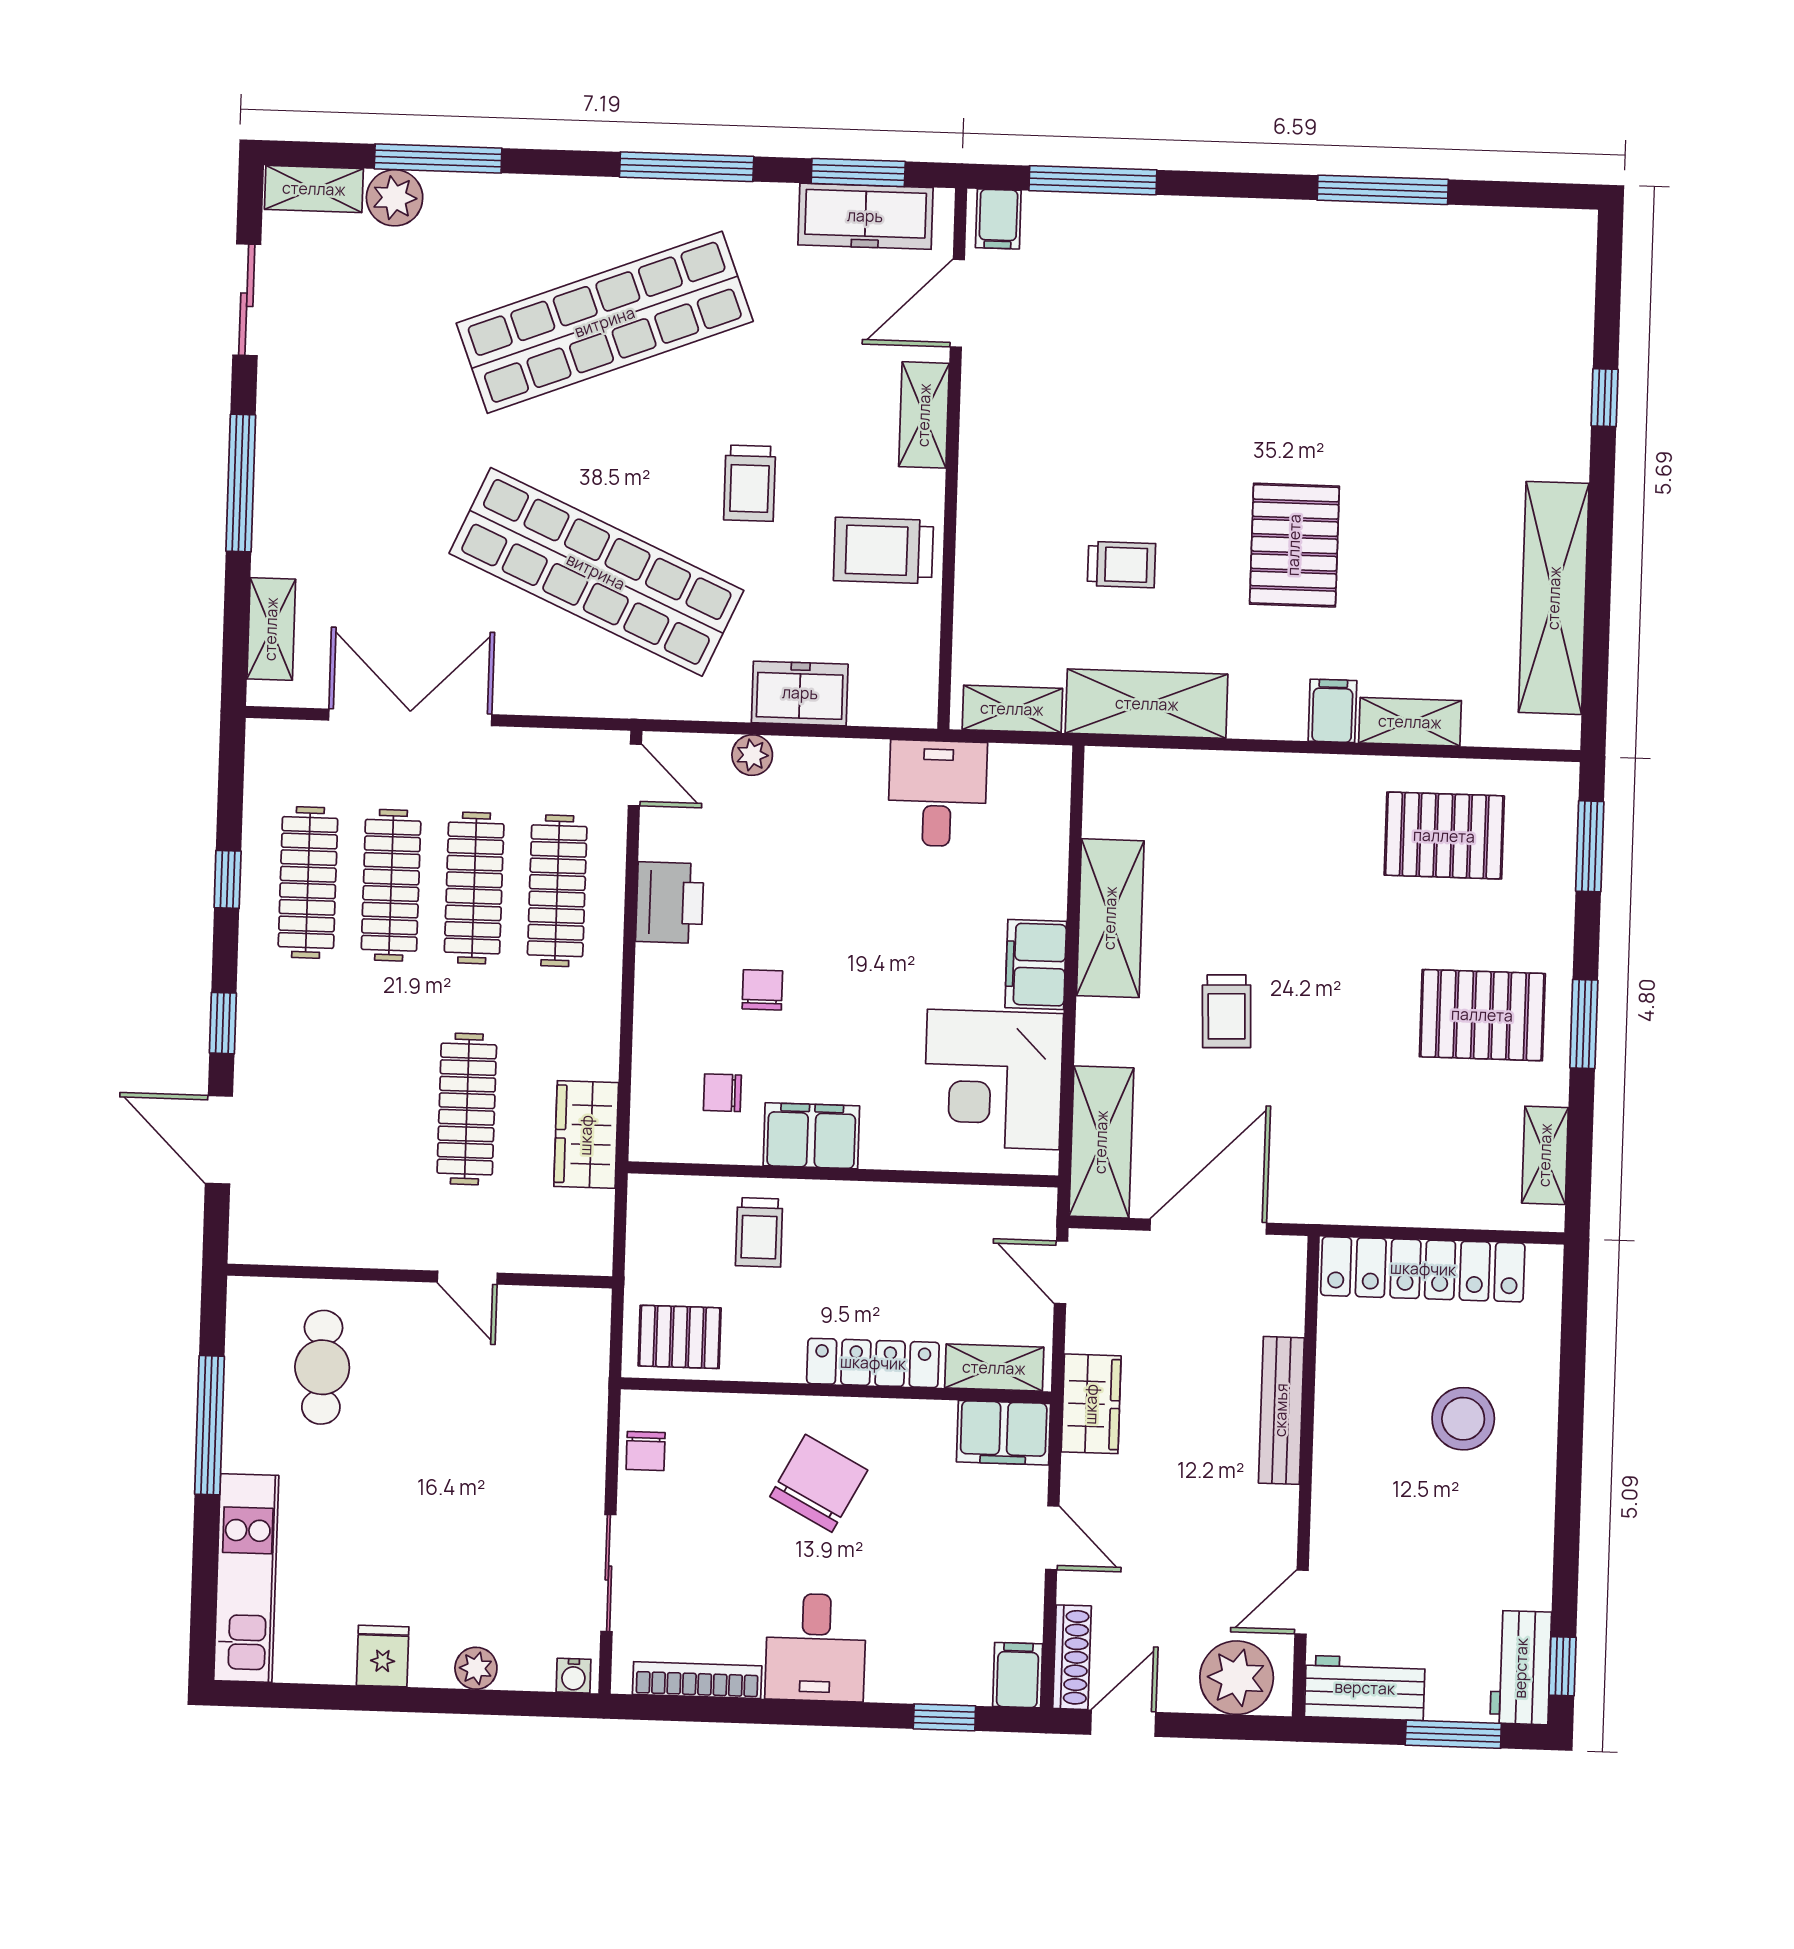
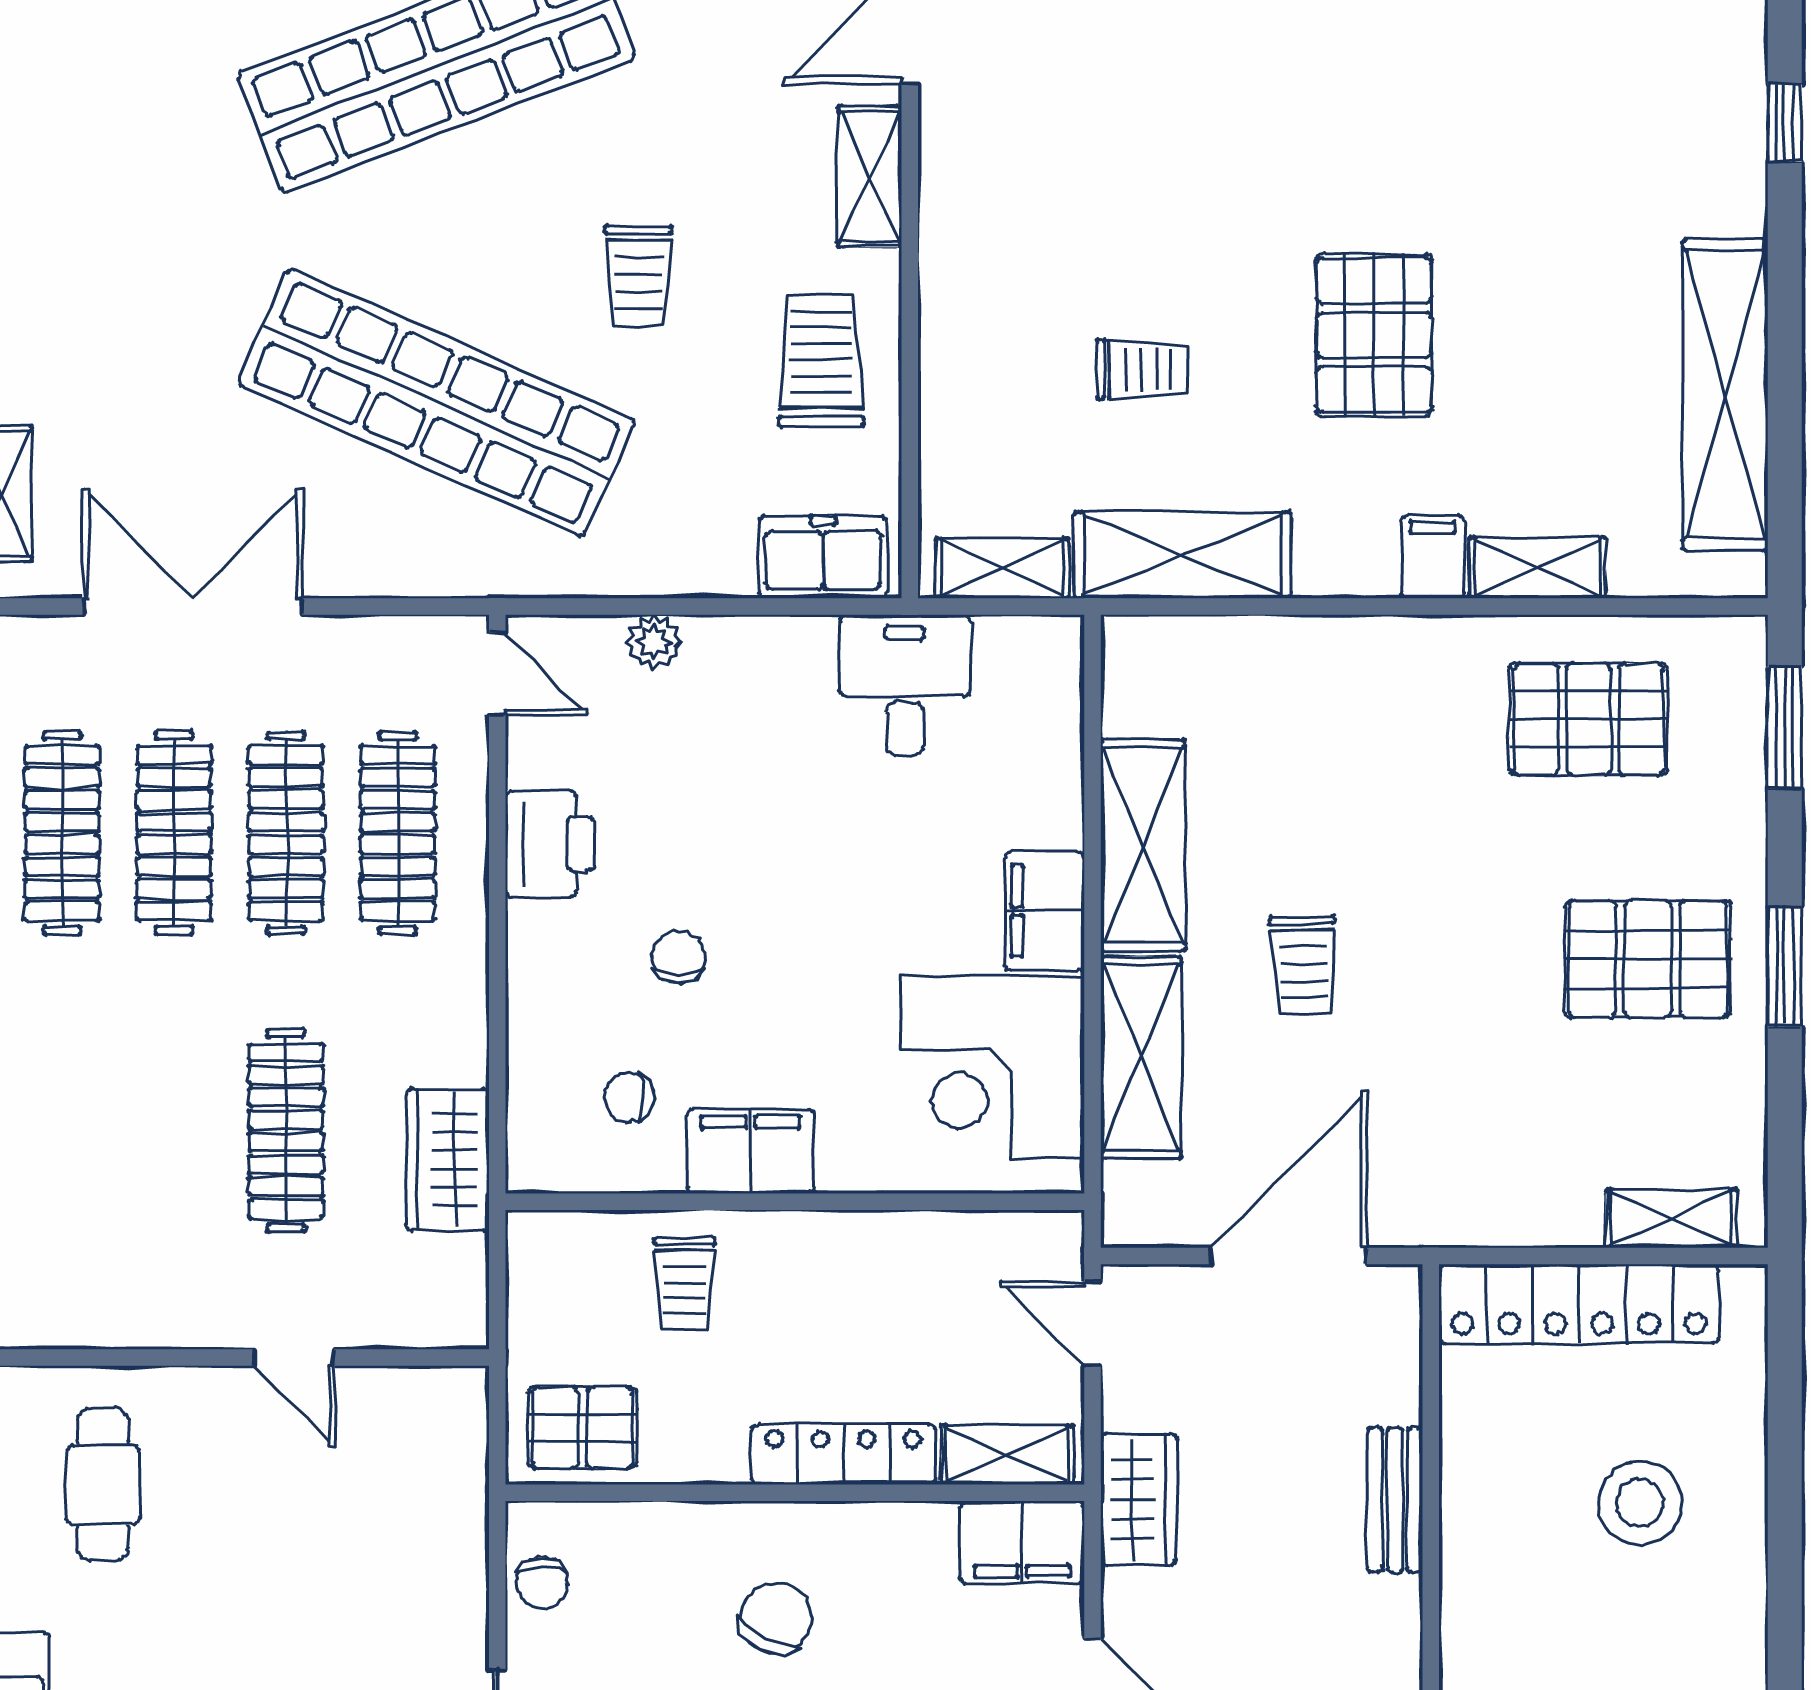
trolley: (883, 550) -> (821, 361), turned 90
freezer: (800, 693) -> (823, 557), moved
shelving: (1101, 1142) -> (1141, 1057), moved
shelving: (1545, 1155) -> (1671, 1218), moved, turned 90
bench: (1281, 1410) -> (1395, 1500), width x0.73
chair: (819, 1483) -> (776, 1619), width x0.73, depth x0.73

